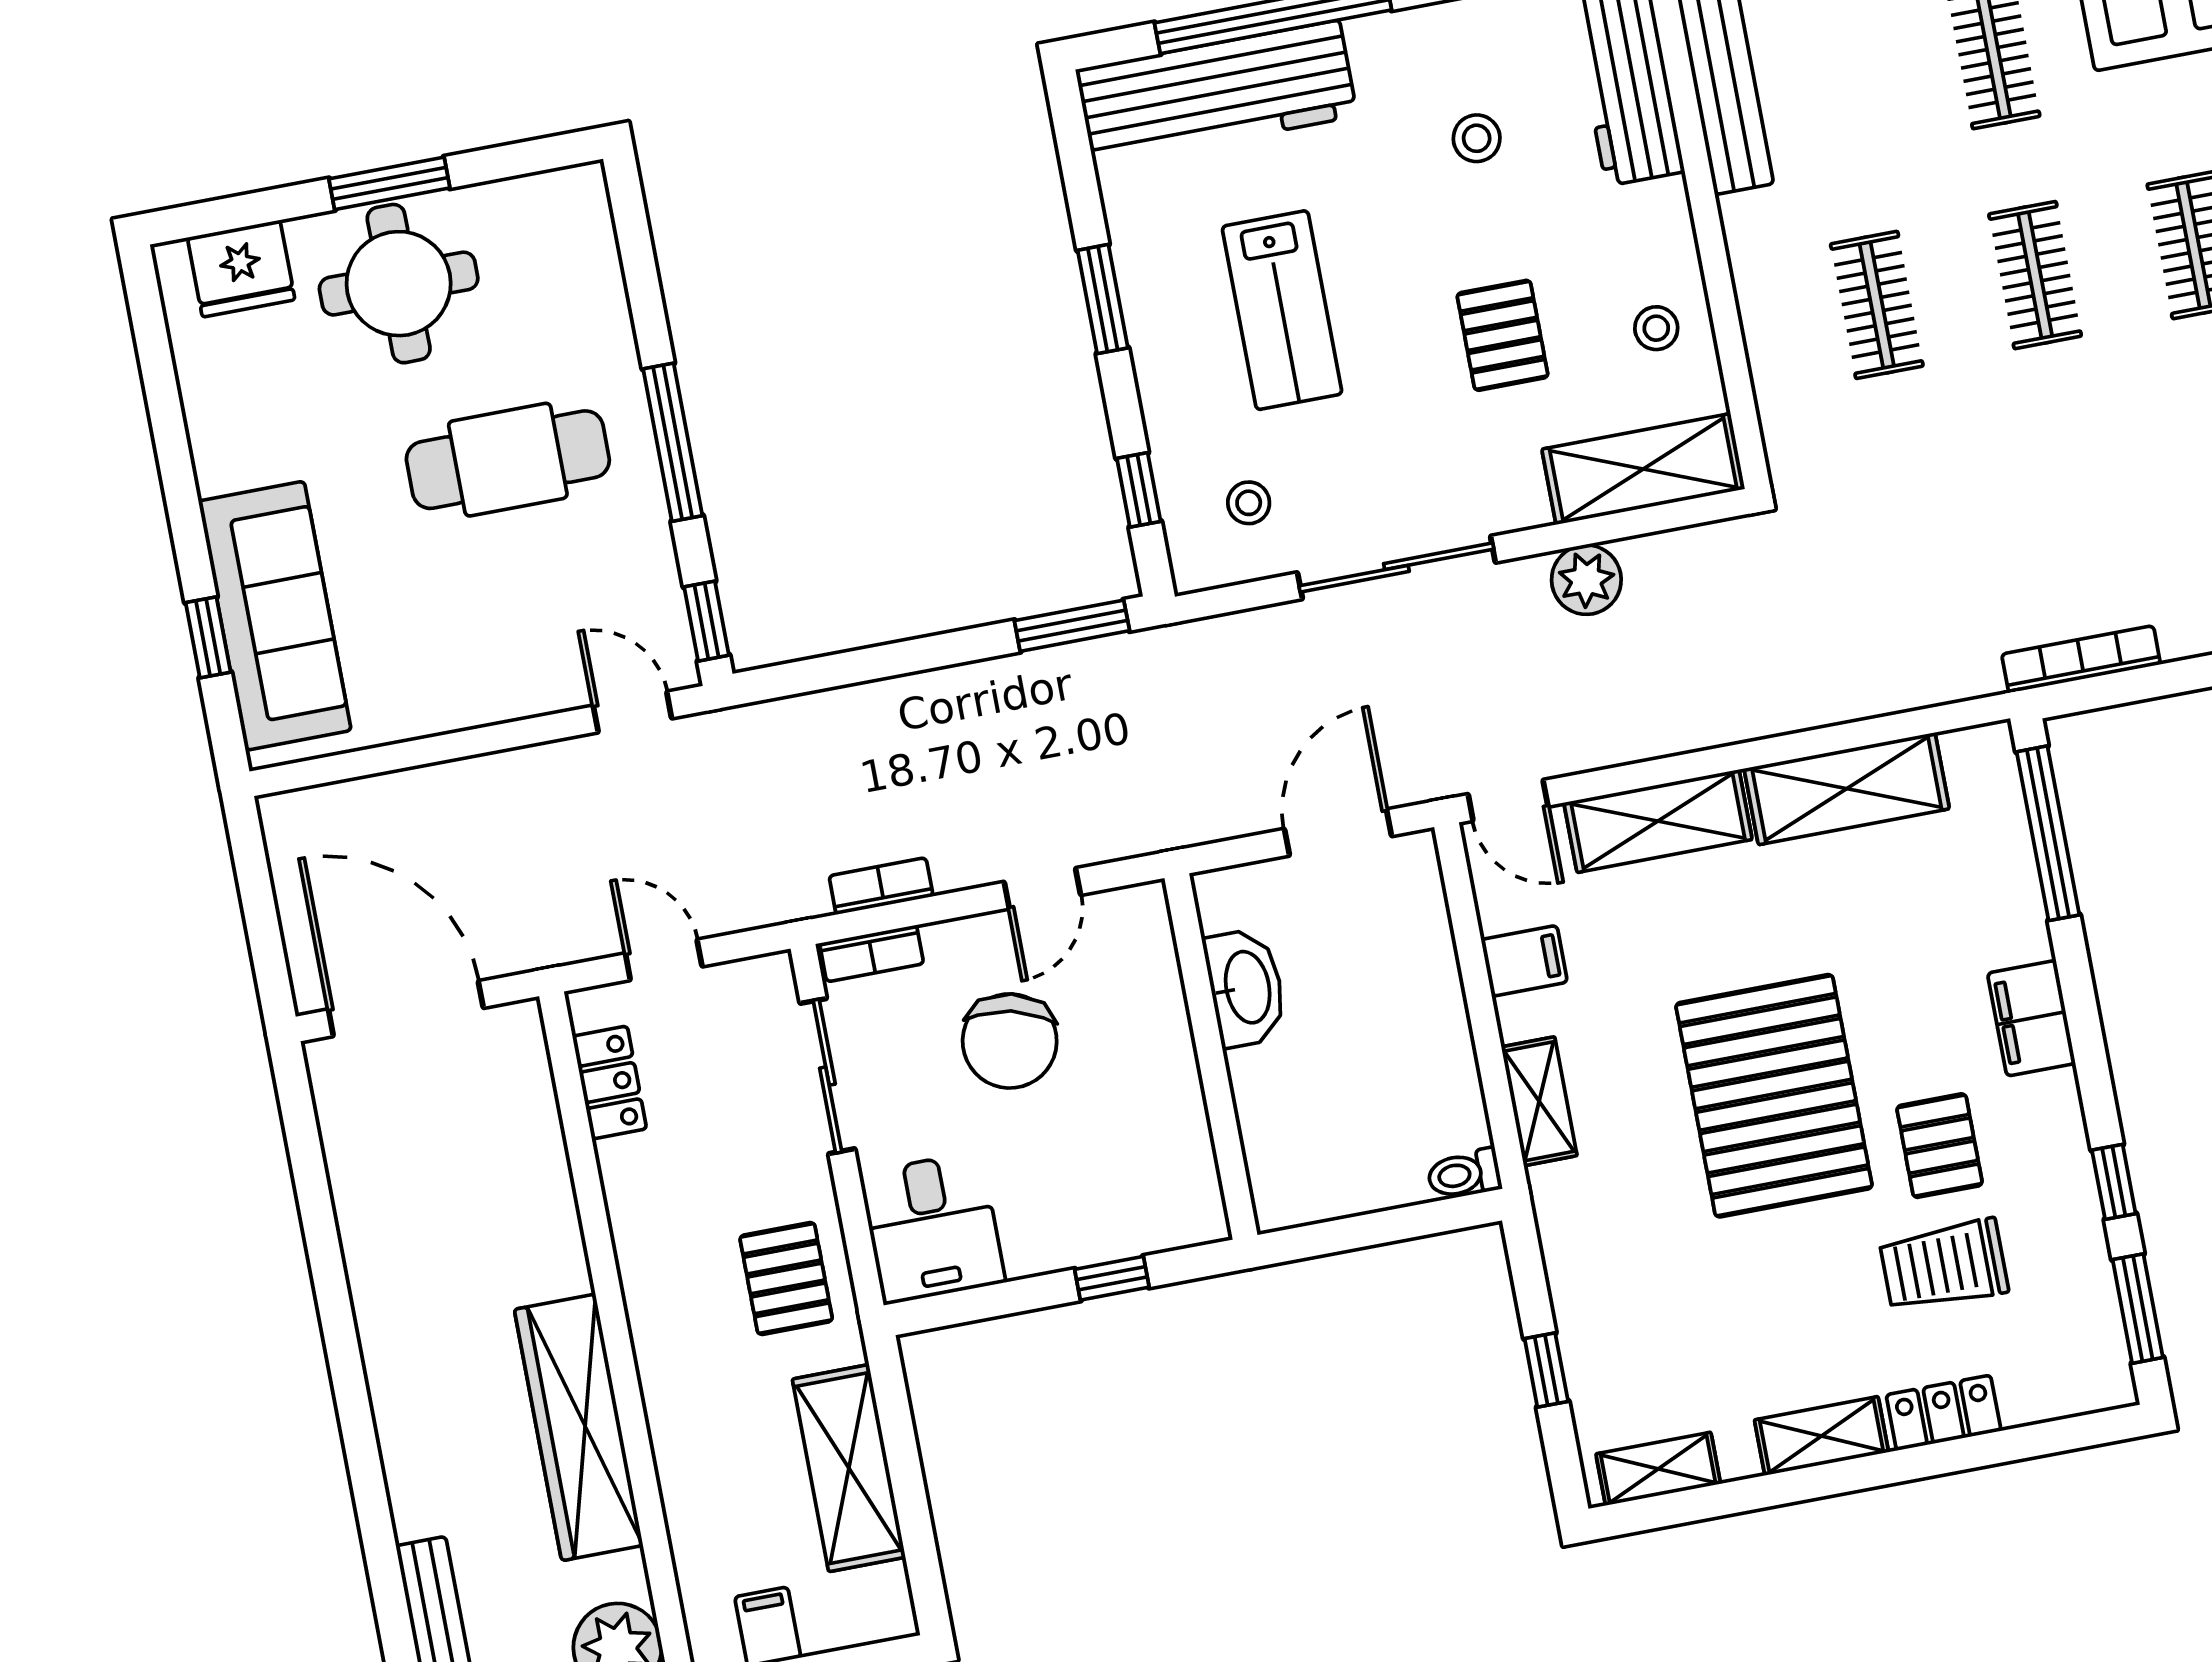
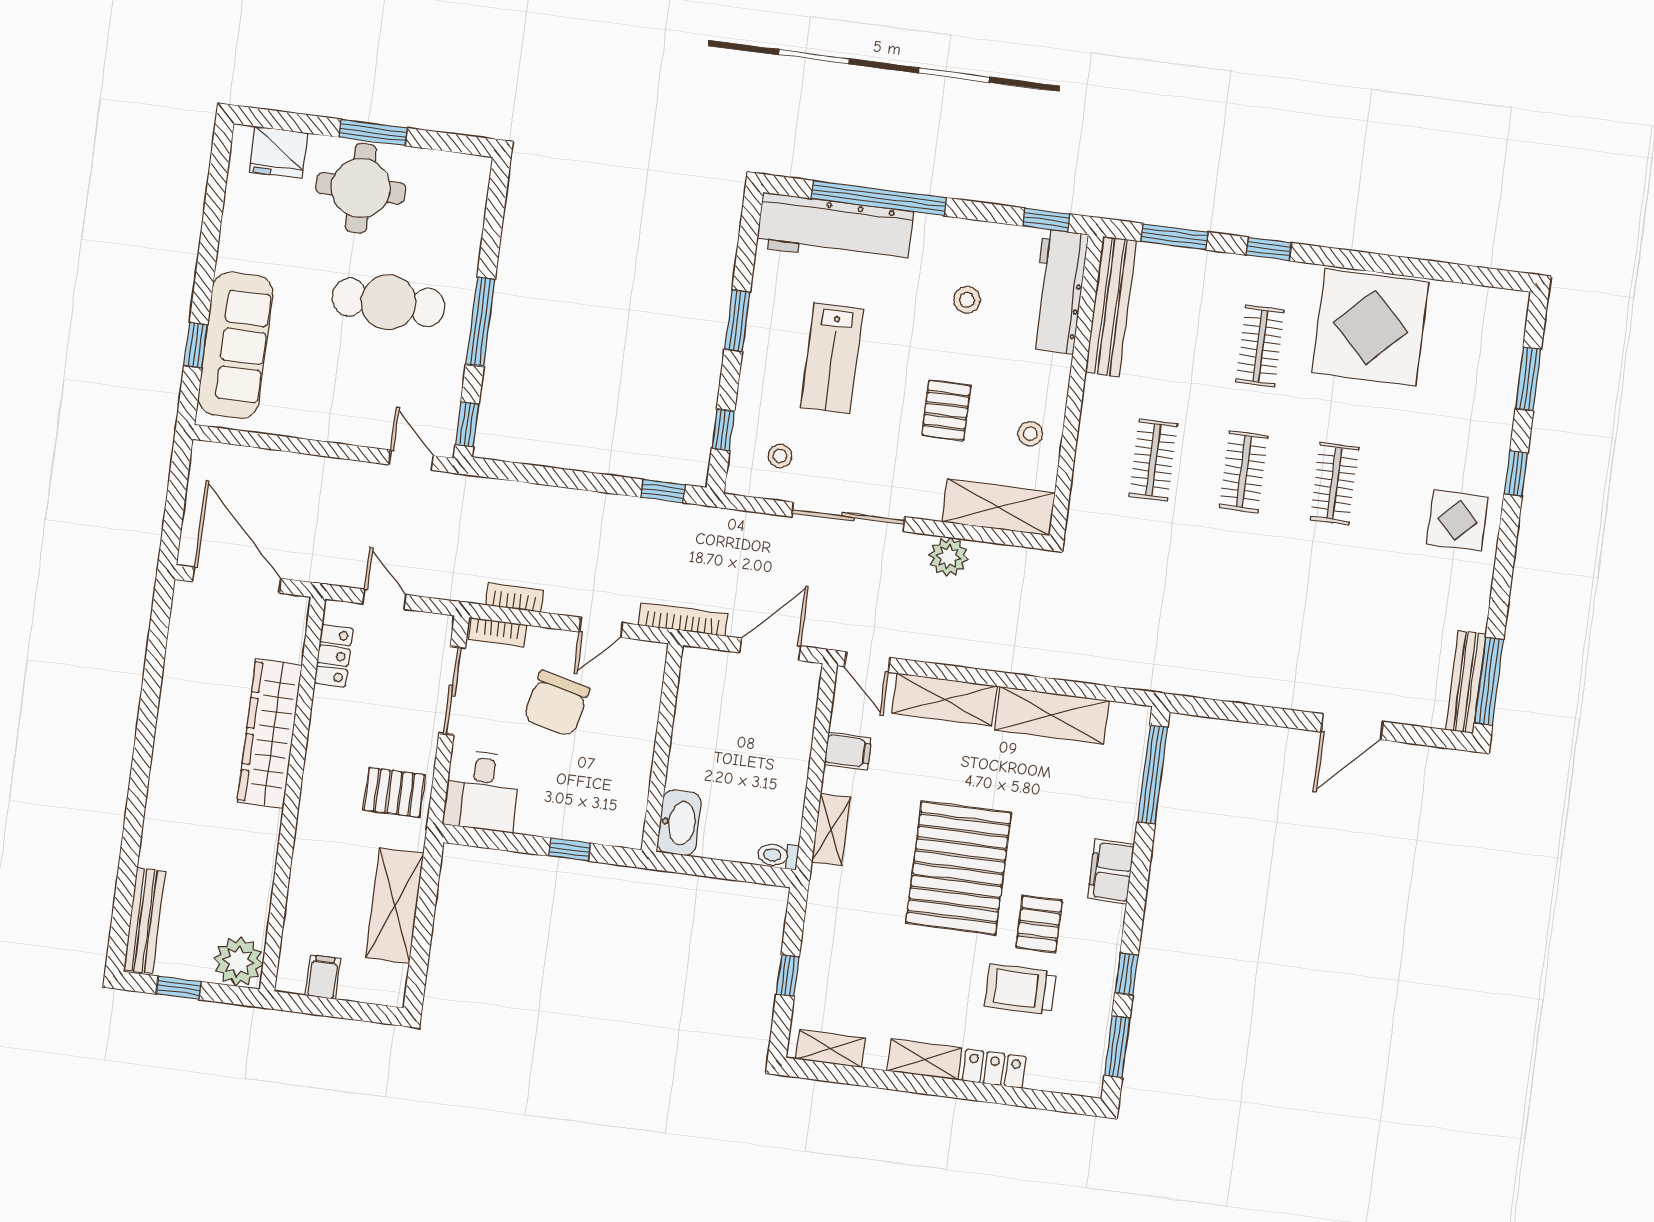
window: (1072, 626) -> (663, 491), width x0.67
bookcase: (2081, 659) -> (683, 620), moved
washbasin: (1246, 988) -> (679, 823), moved
pallet: (786, 1278) -> (394, 792), turned 90
wardrobe: (579, 1427) -> (270, 734), moved

